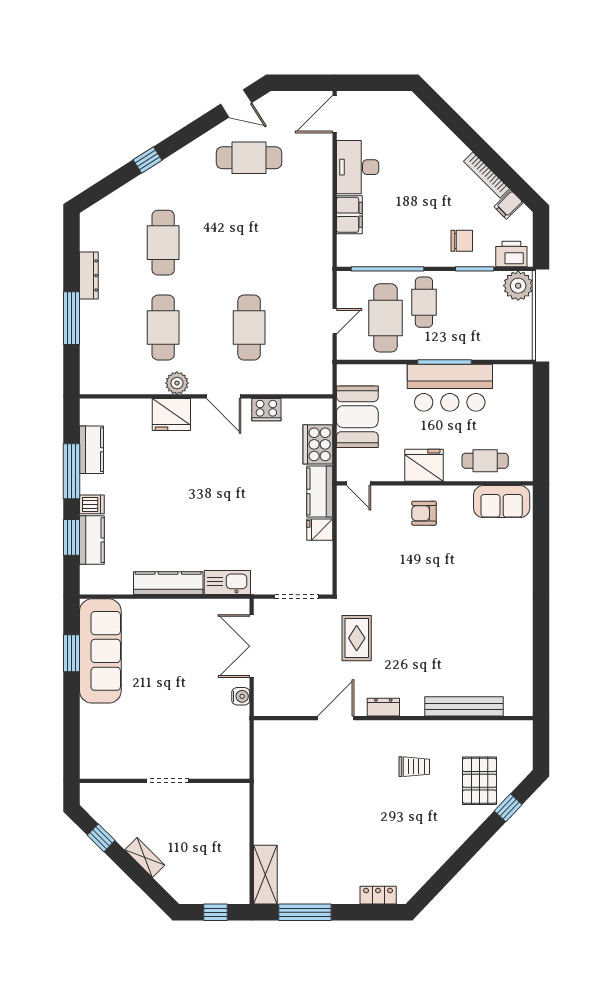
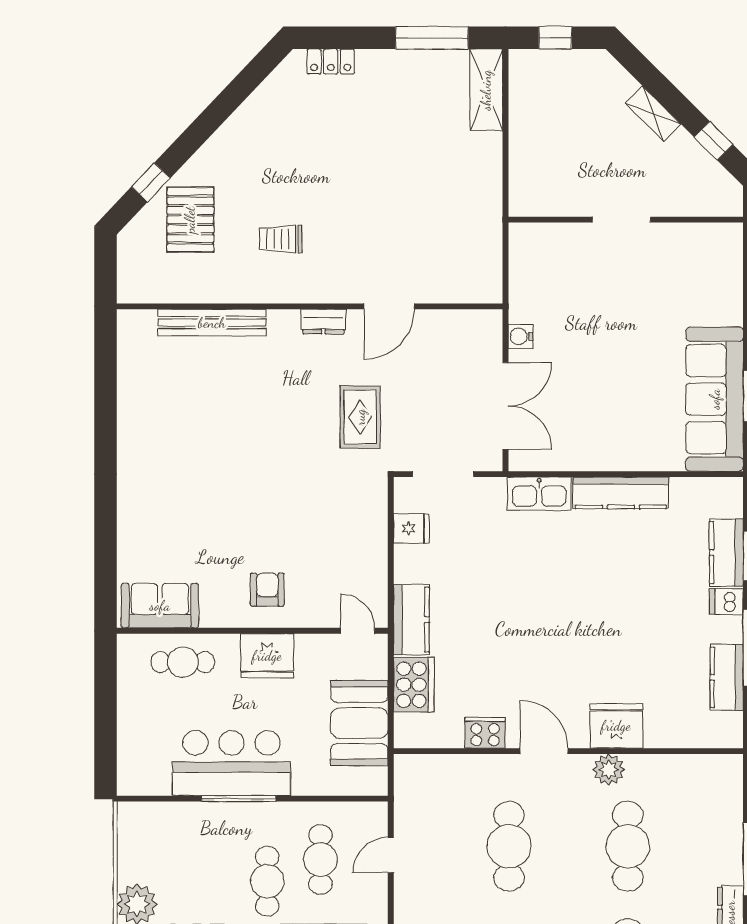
cafe table: (385, 318) -> (320, 860), width x0.73, depth x0.74
armchair: (424, 513) -> (267, 590), turned -90
fridge: (320, 530) -> (411, 528), moved

